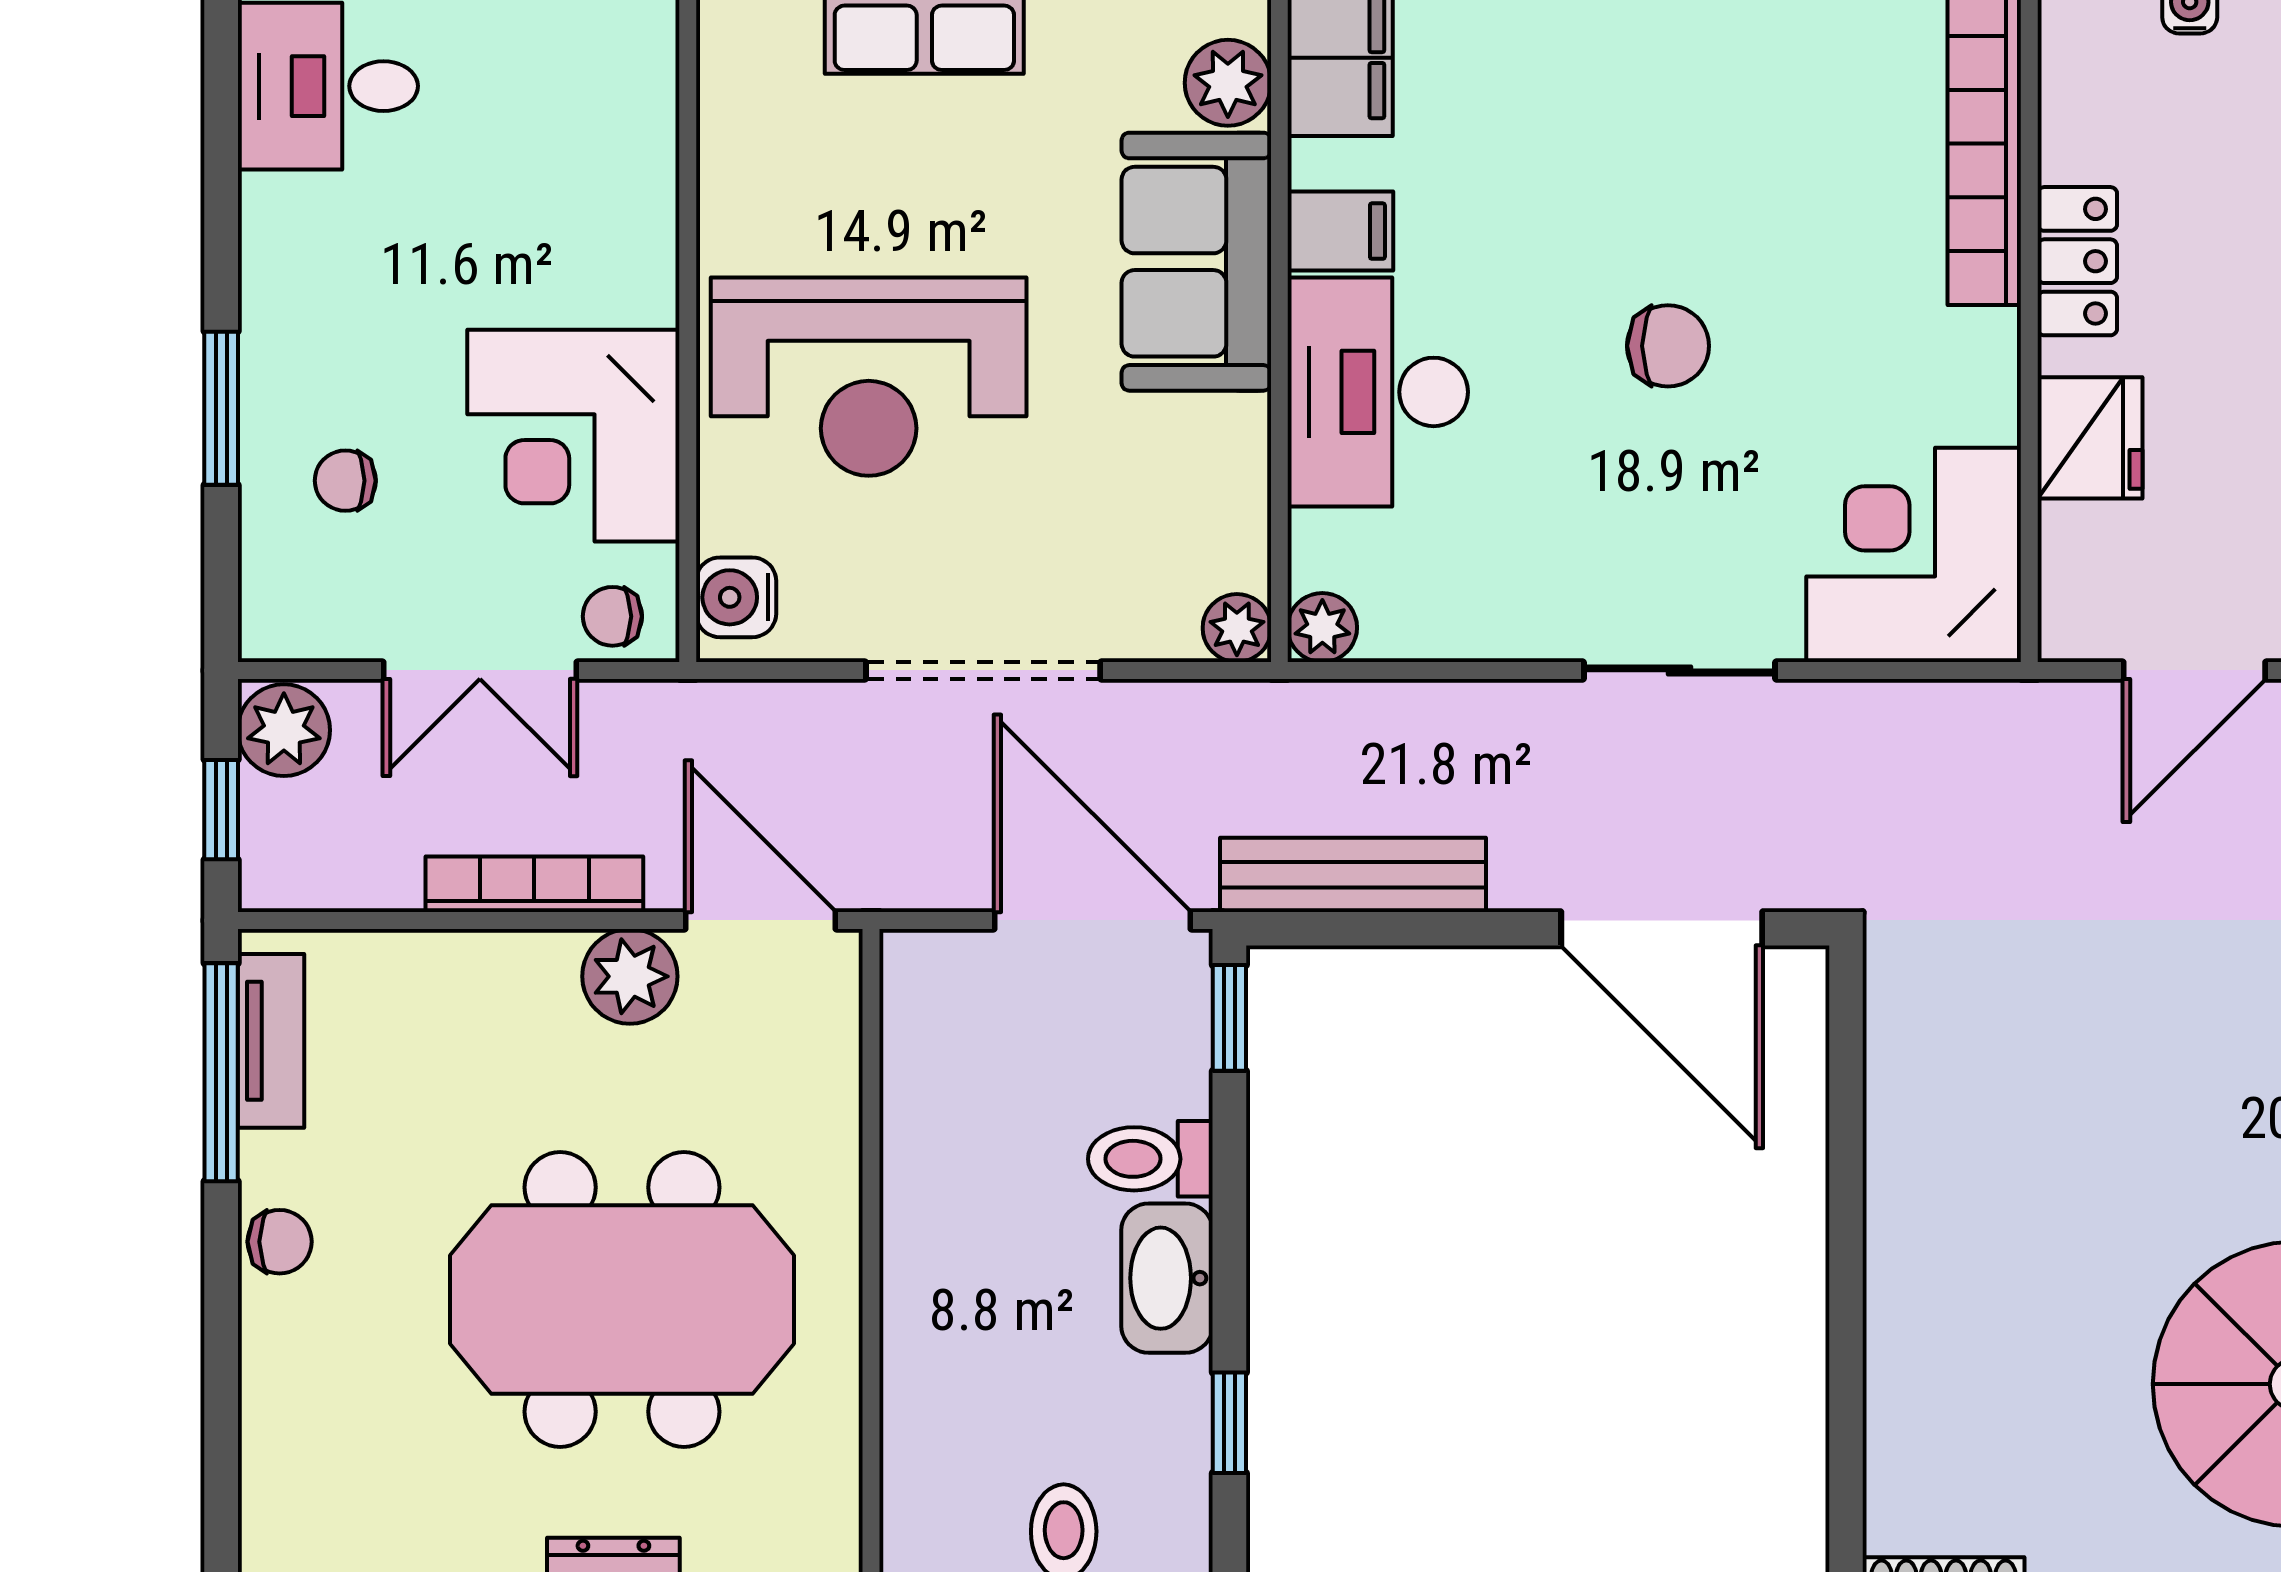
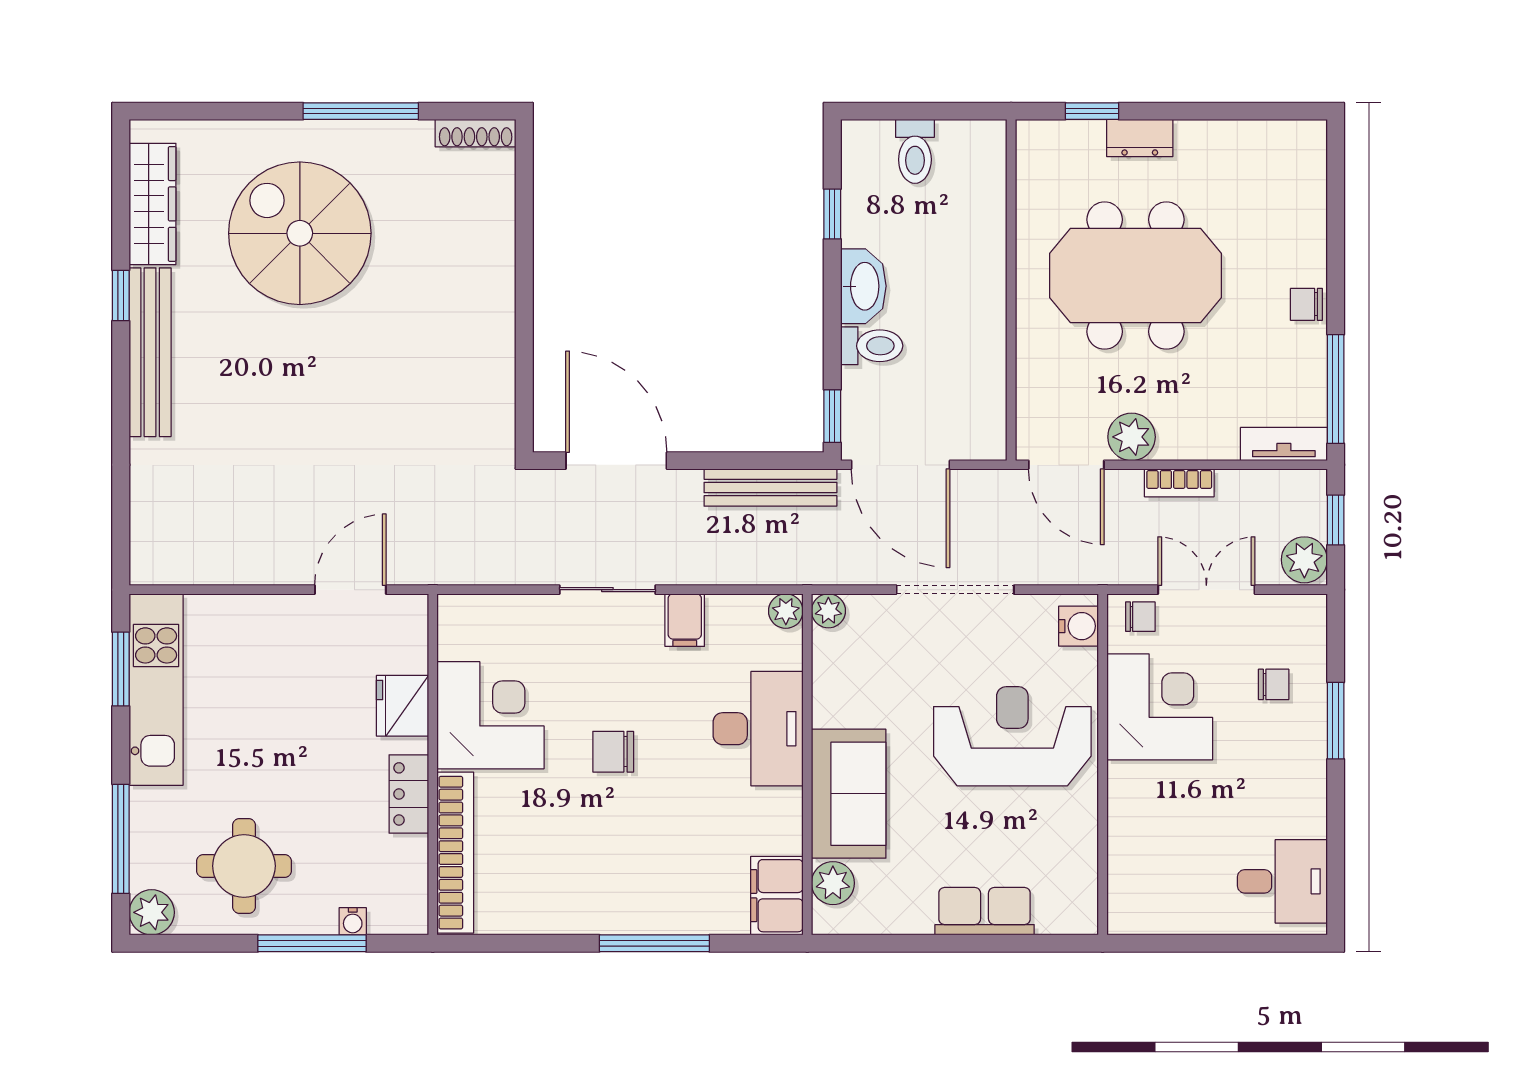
filing cabinet: (1340, 231) -> (685, 620), moved, turned -90
corner desk: (1914, 555) -> (491, 715), moved, turned -90
bookcase: (534, 884) -> (1179, 483), width x0.64
tv unit: (271, 1041) -> (1284, 444), moved, turned 90

